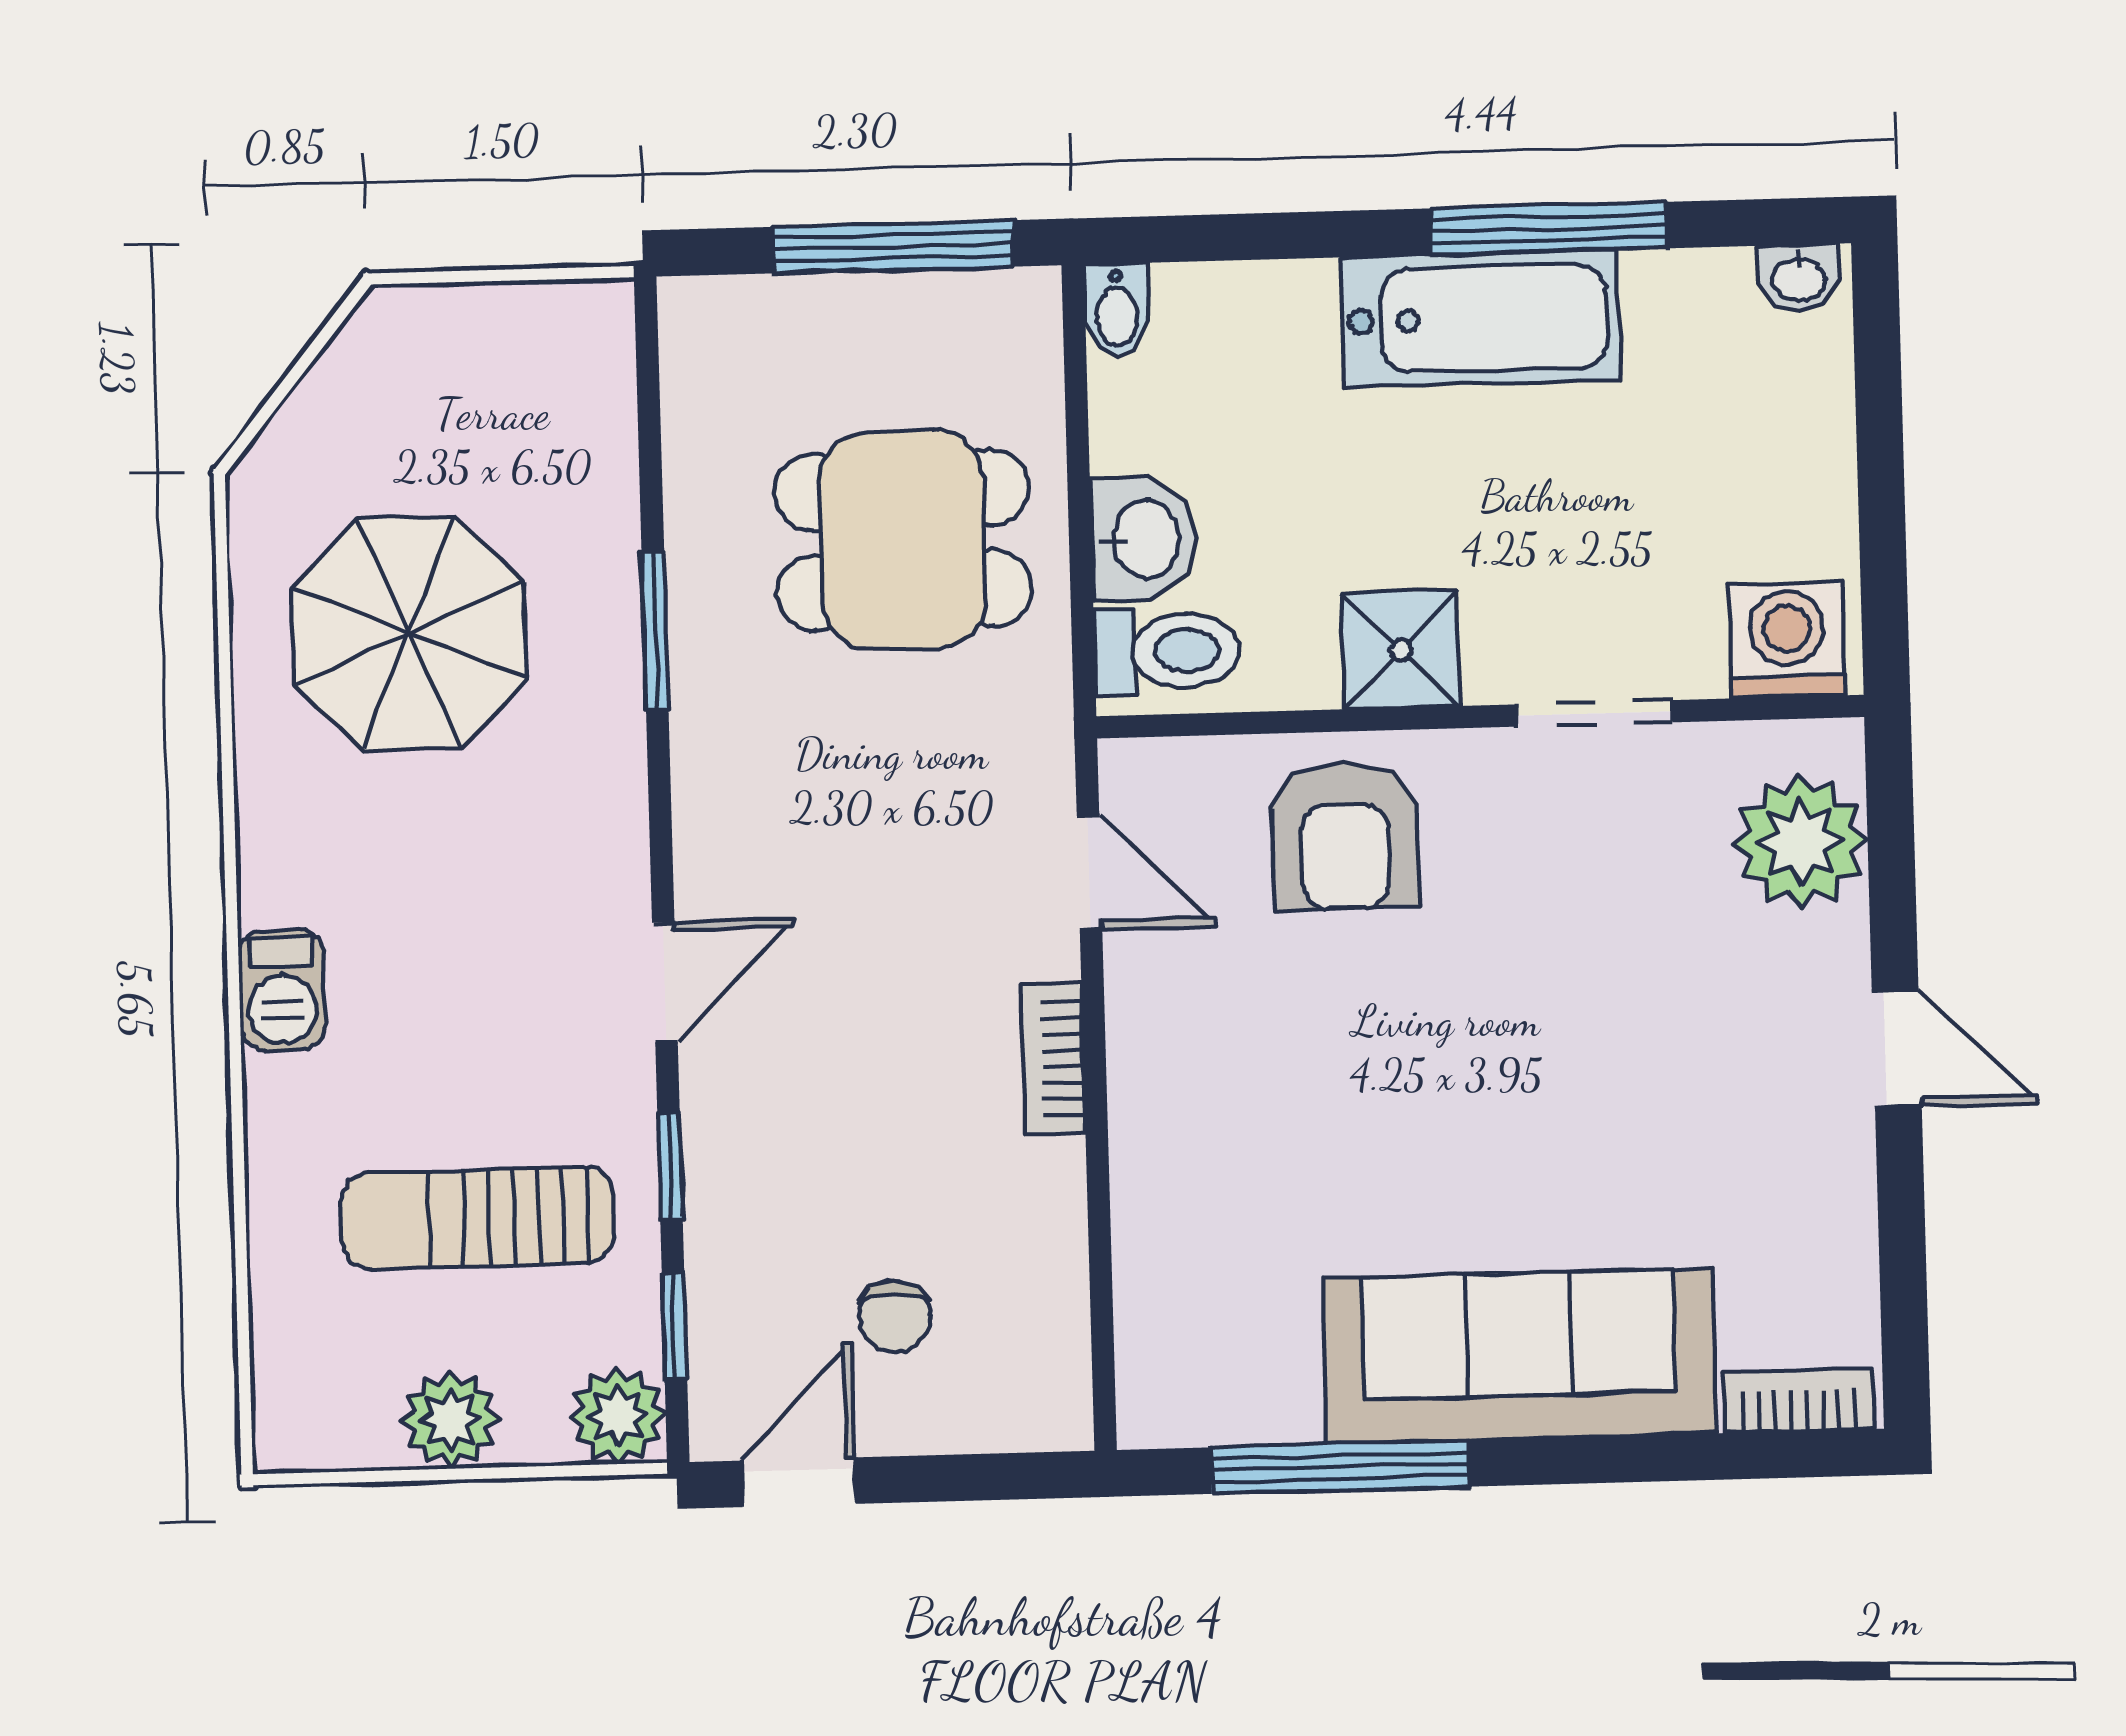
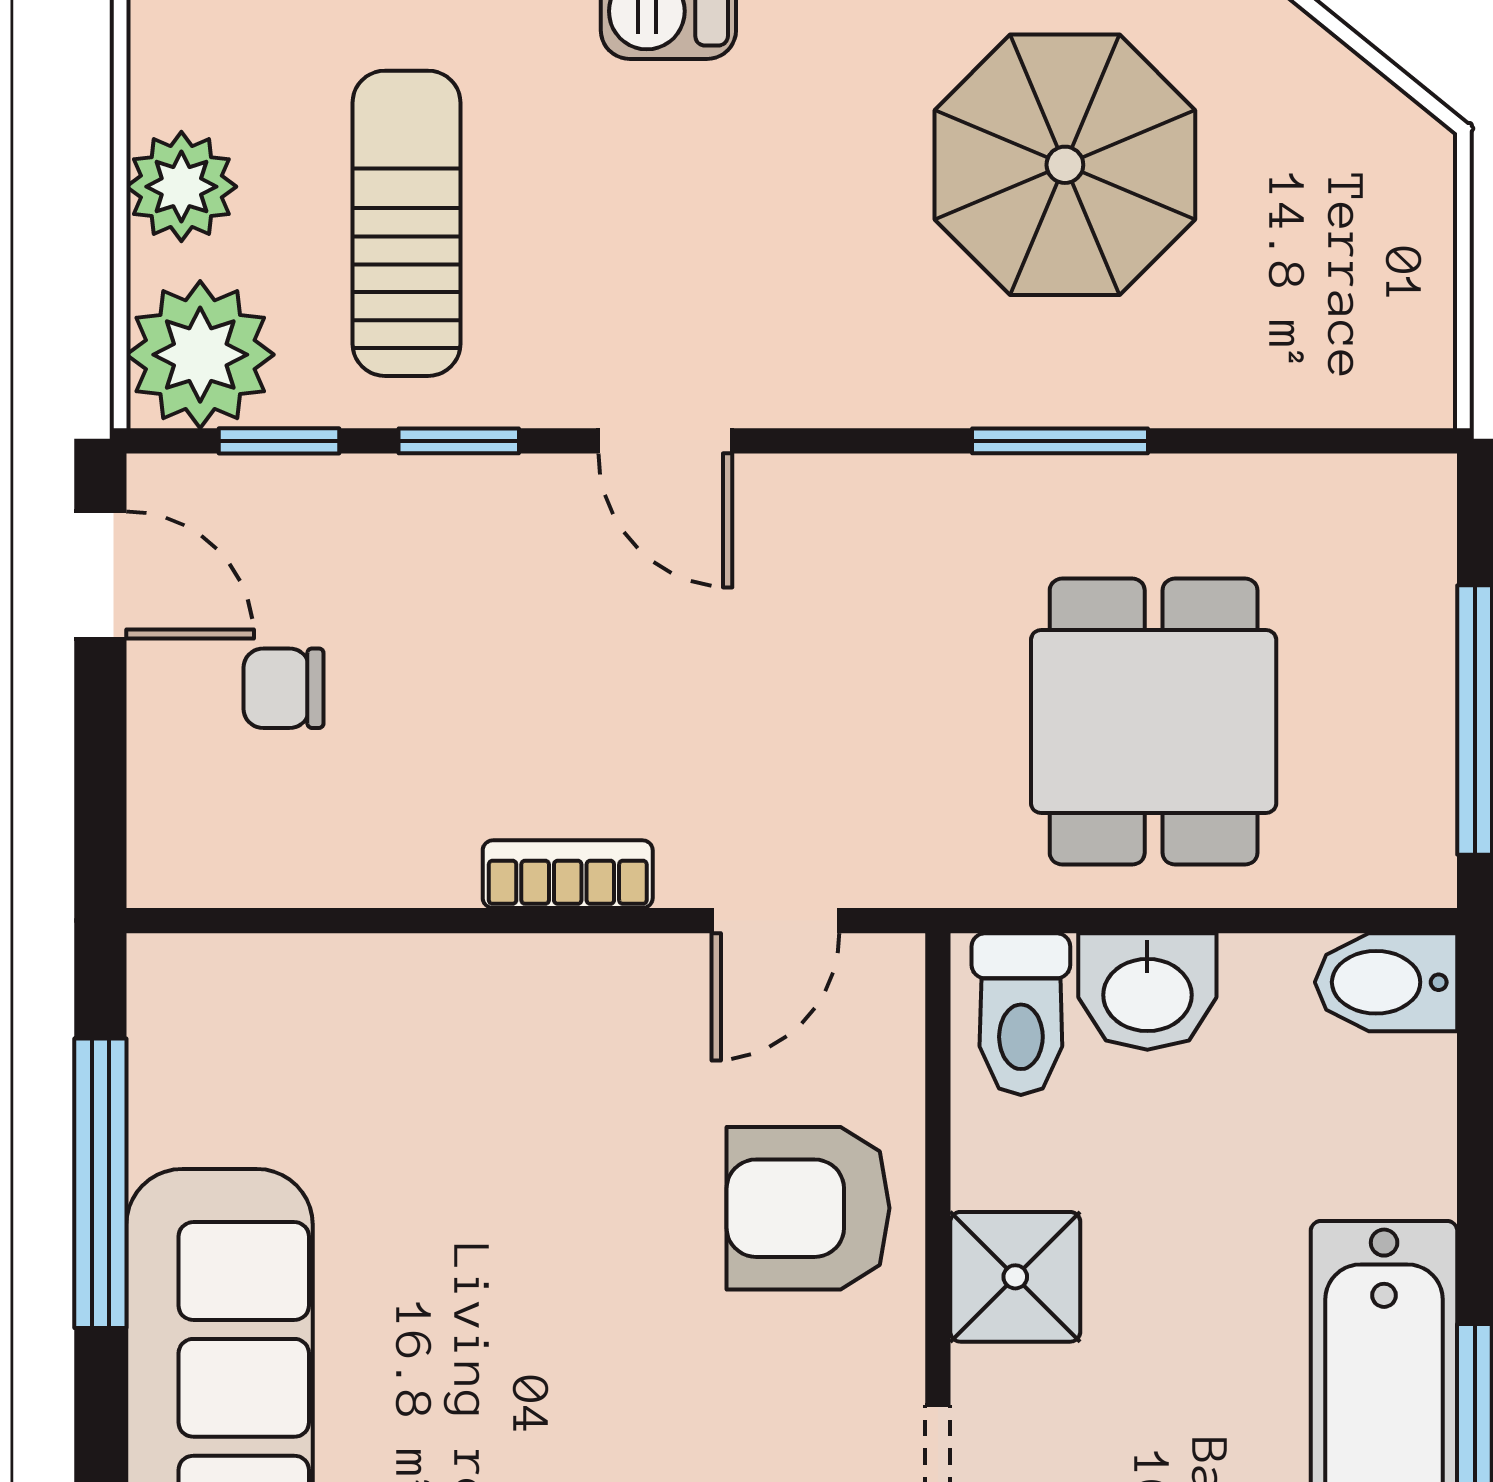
bidet: (1117, 310) -> (1386, 982), width x1.38, depth x1.36
plant: (618, 1416) -> (200, 355), width x1.36, depth x1.36

